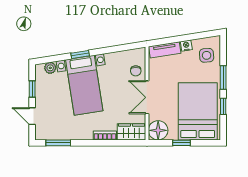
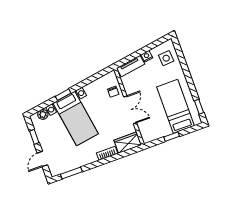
window: (223, 78) -> (186, 71), removed
double door: (147, 97) -> (130, 110), swing flipped
window: (223, 106) -> (199, 107), moved
bed: (198, 111) -> (175, 106), width x0.67
door: (32, 116) -> (42, 159), hinge flipped
floor lamp: (158, 130) -> (149, 133), removed

